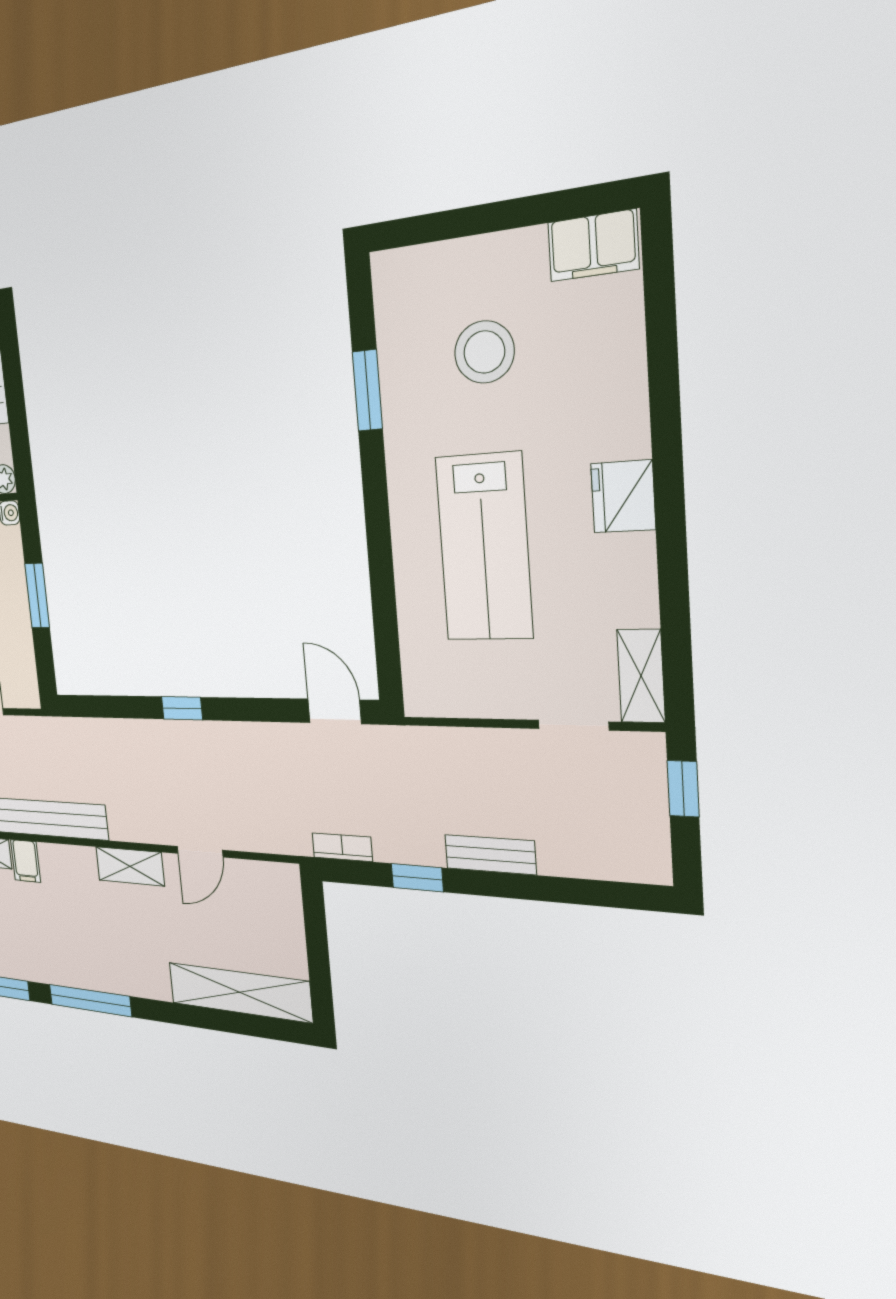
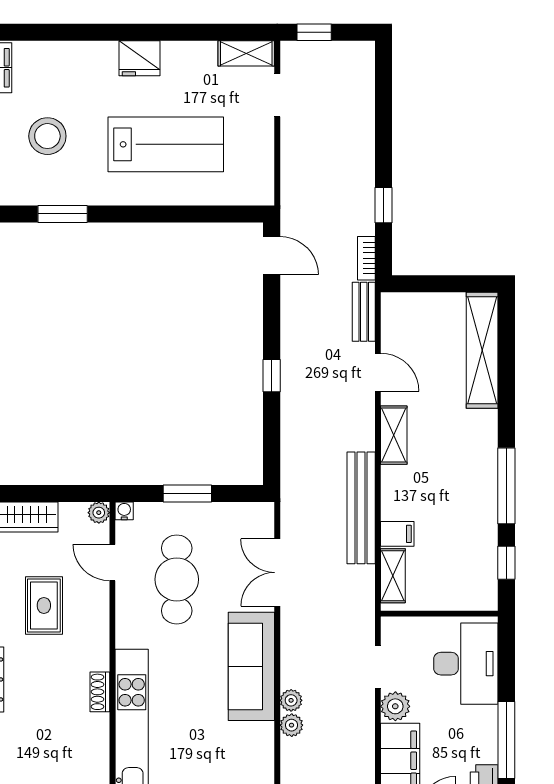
door: (334, 711) -> (272, 256), swing flipped
bench: (490, 855) -> (364, 312), moved

